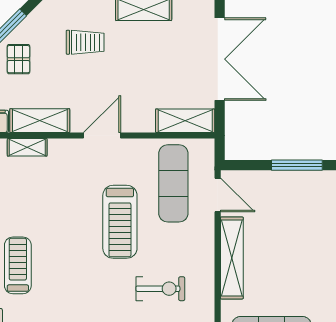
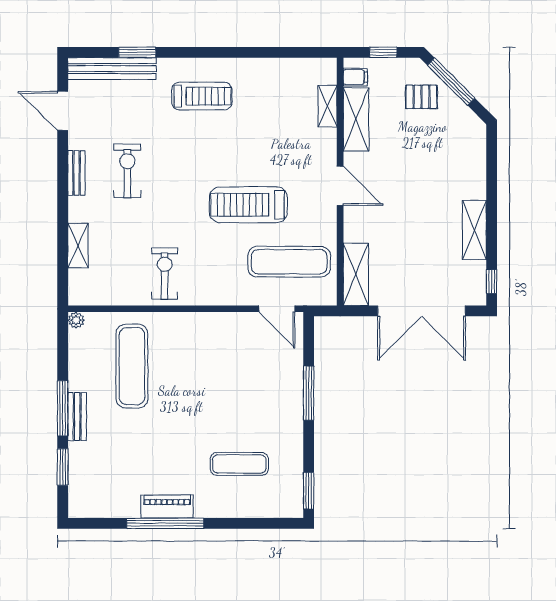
trolley: (85, 42) -> (439, 168), removed
door: (218, 195) -> (277, 309), hinge flipped
shelving: (232, 258) -> (210, 324), removed
exercise bike: (160, 289) -> (165, 274), moved, turned 180

